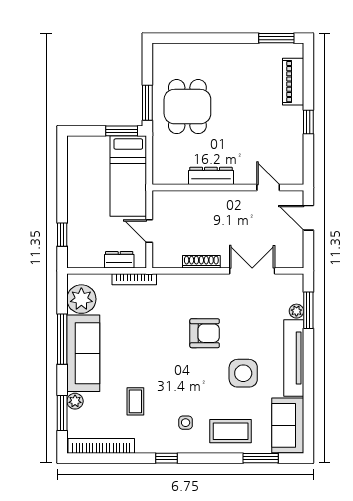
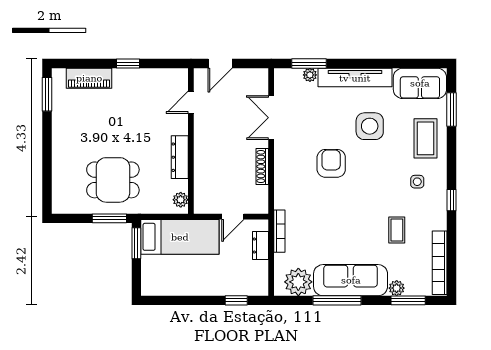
plant: (167, 177) -> (181, 200), added
coffee table: (135, 401) -> (397, 230), turned 90

